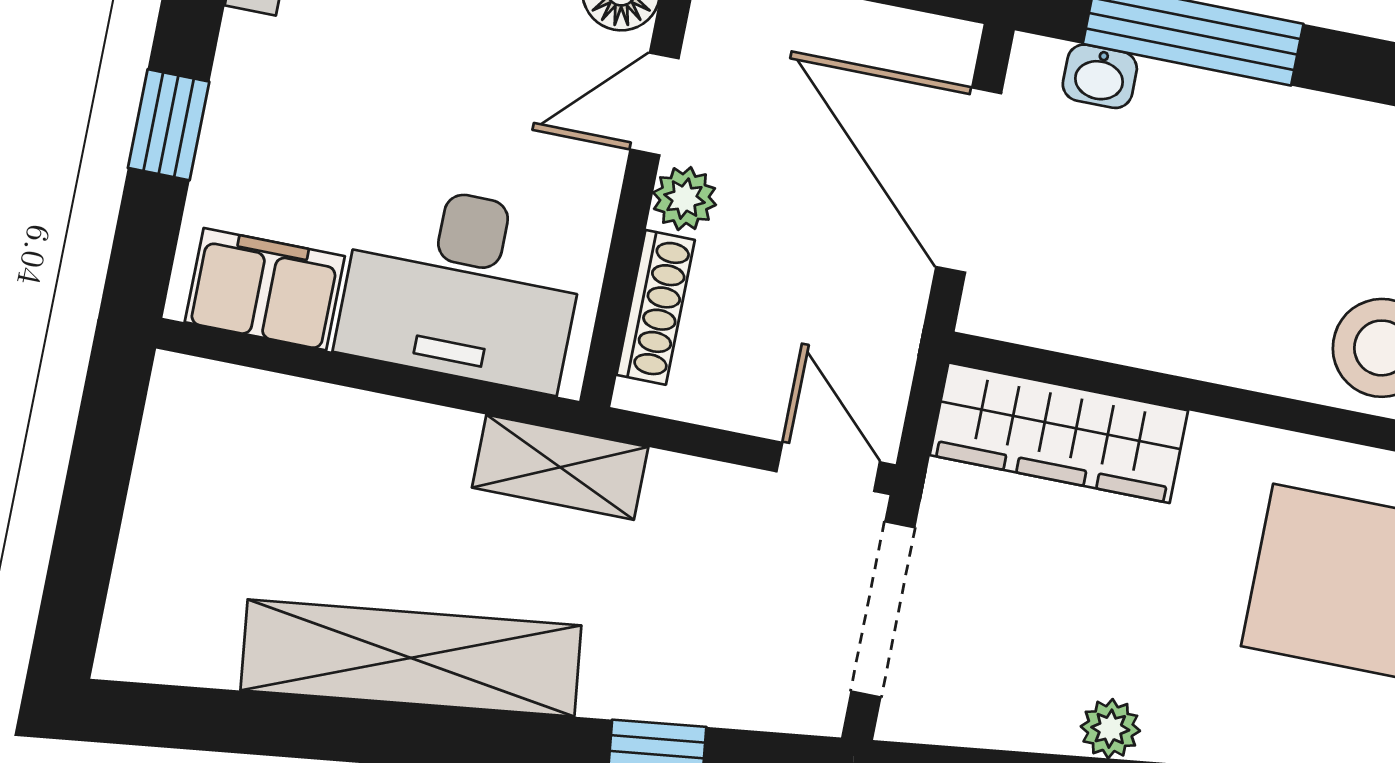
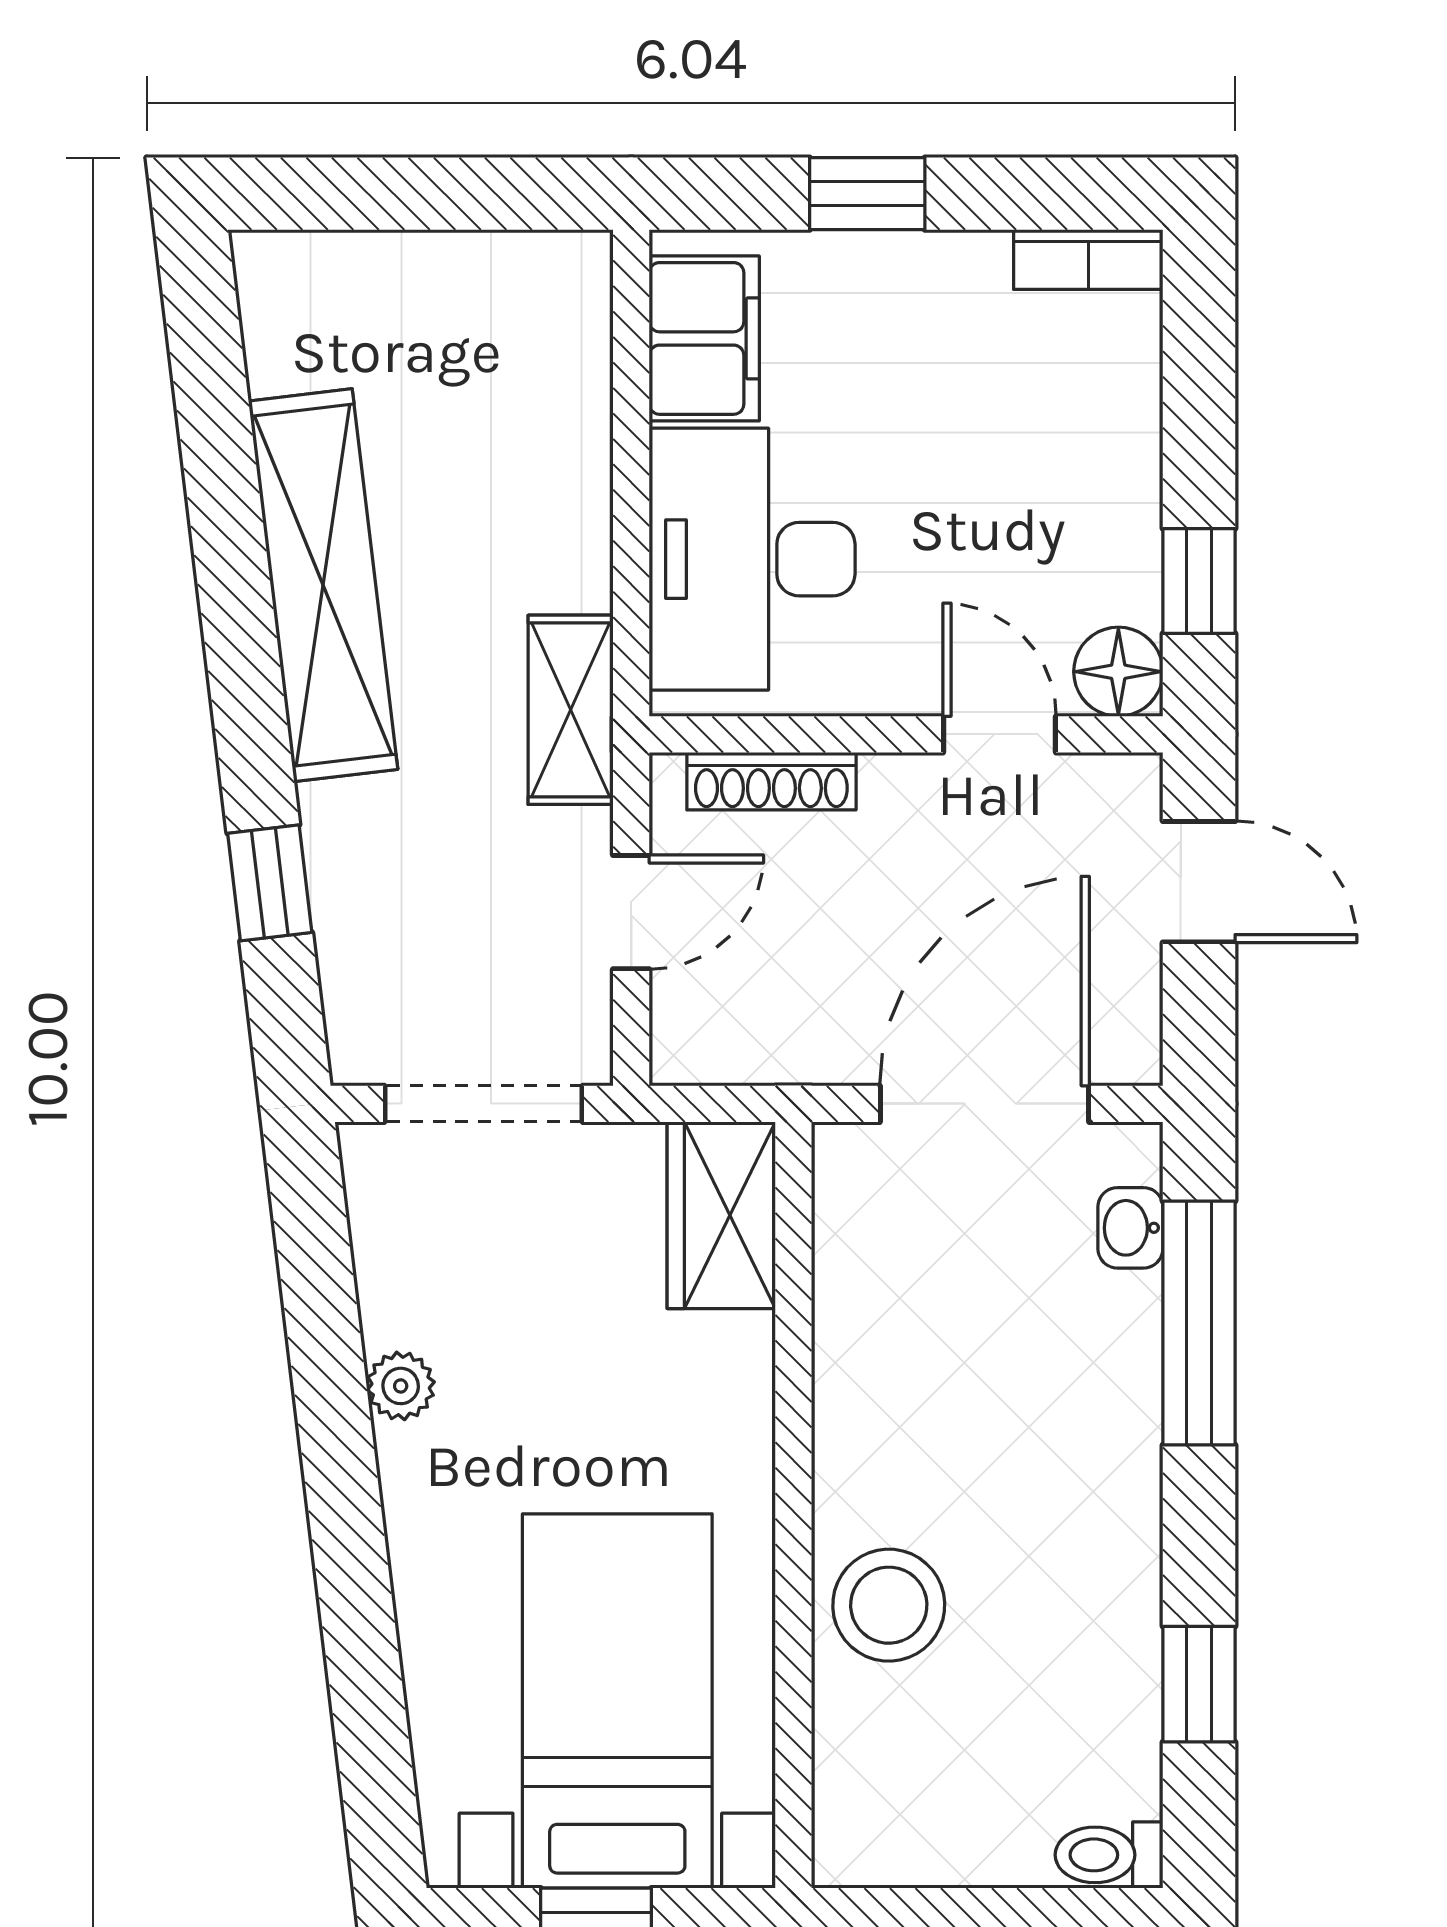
plant: (684, 199) -> (900, 789), removed
wardrobe: (1059, 433) -> (721, 1215), width x0.67
door: (828, 467) -> (631, 912), moved

